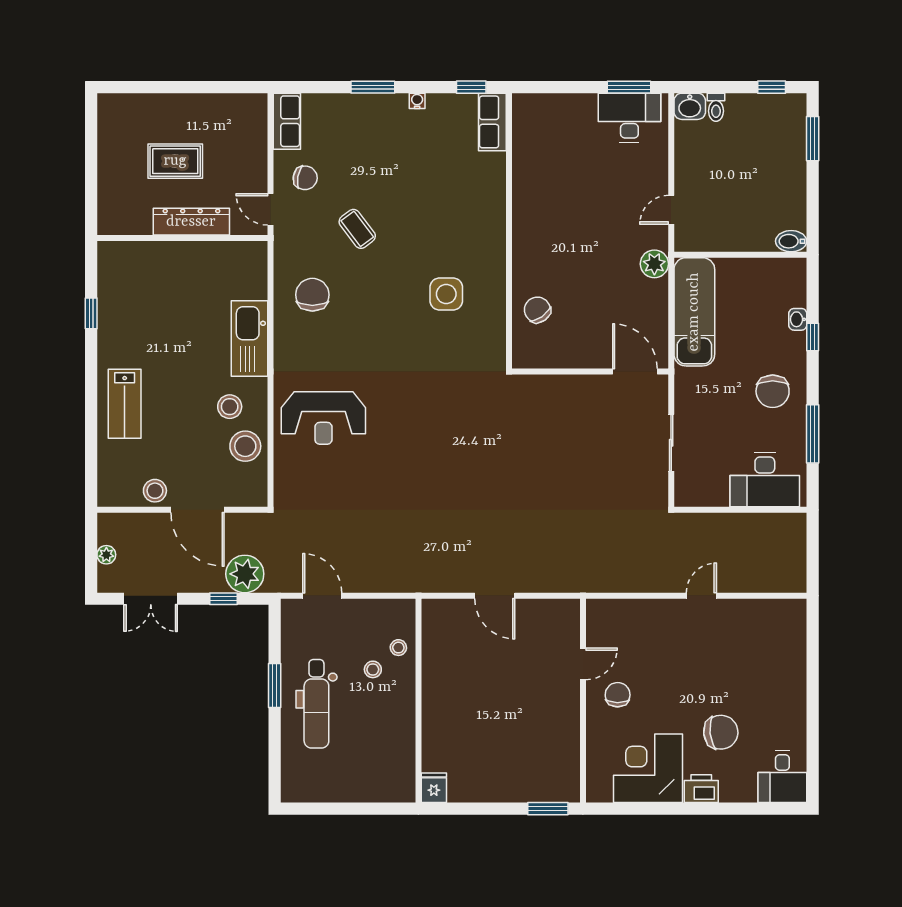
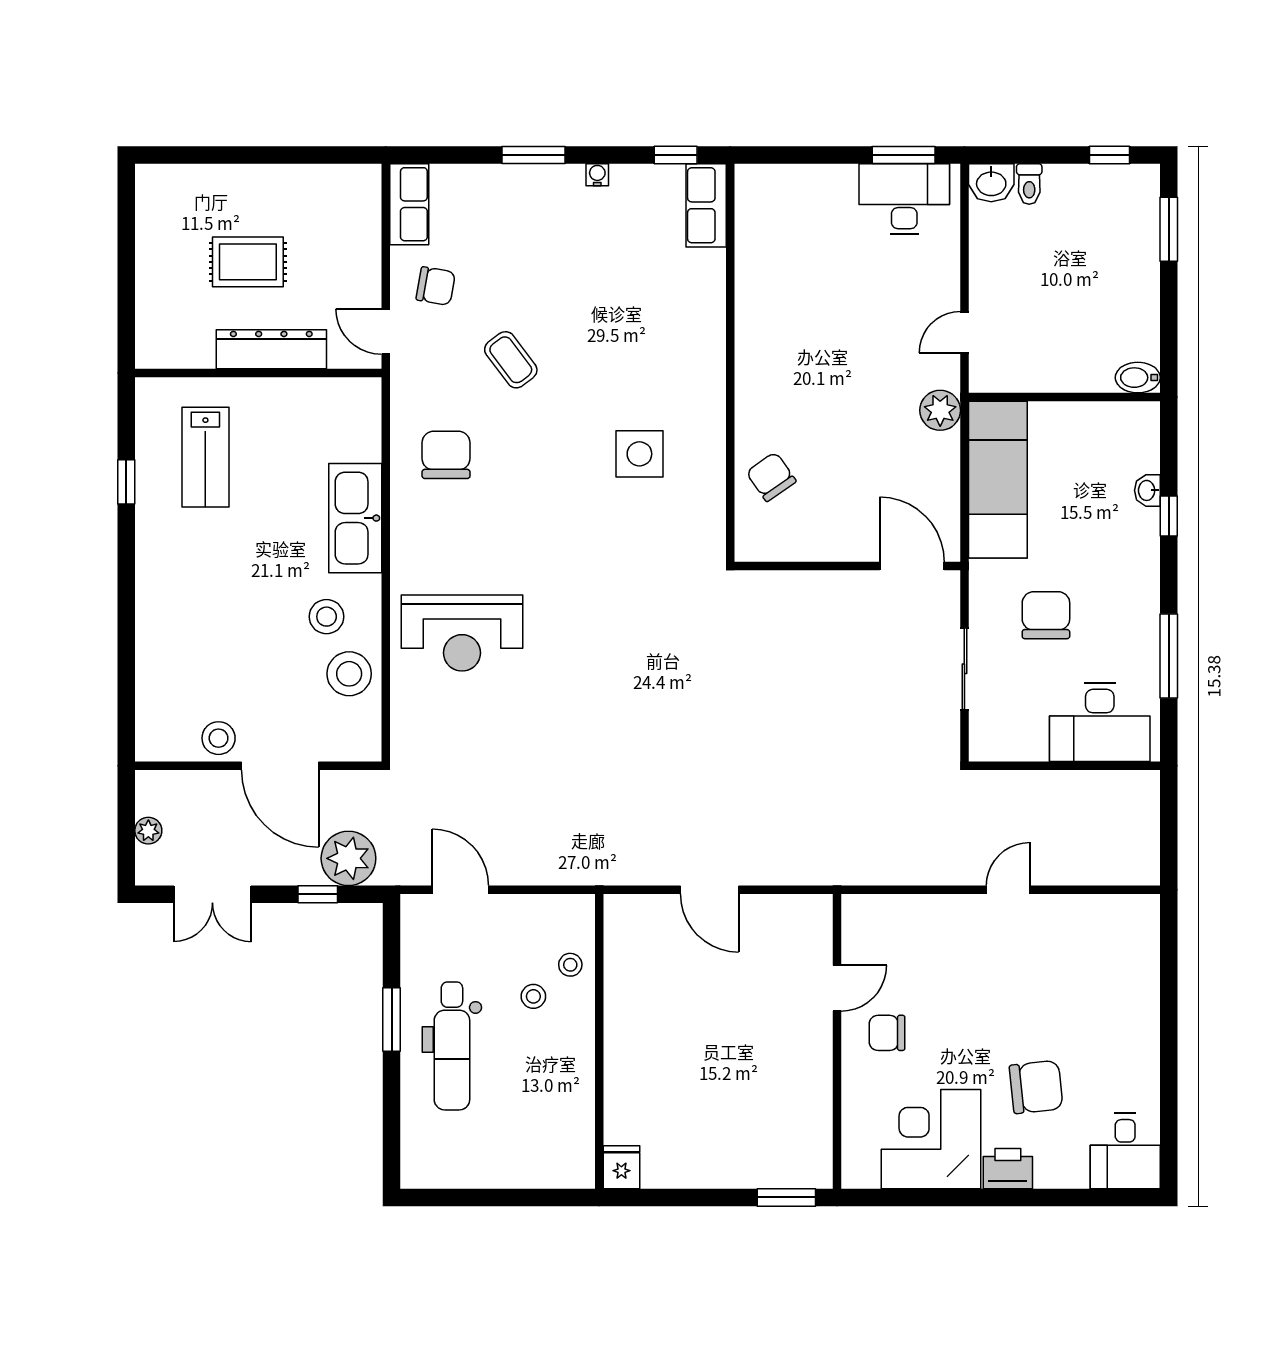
chair: (773, 391) -> (1046, 615), moved, turned 180
lab bench: (125, 404) -> (205, 457), moved
chair: (618, 695) -> (887, 1033), turned -91

